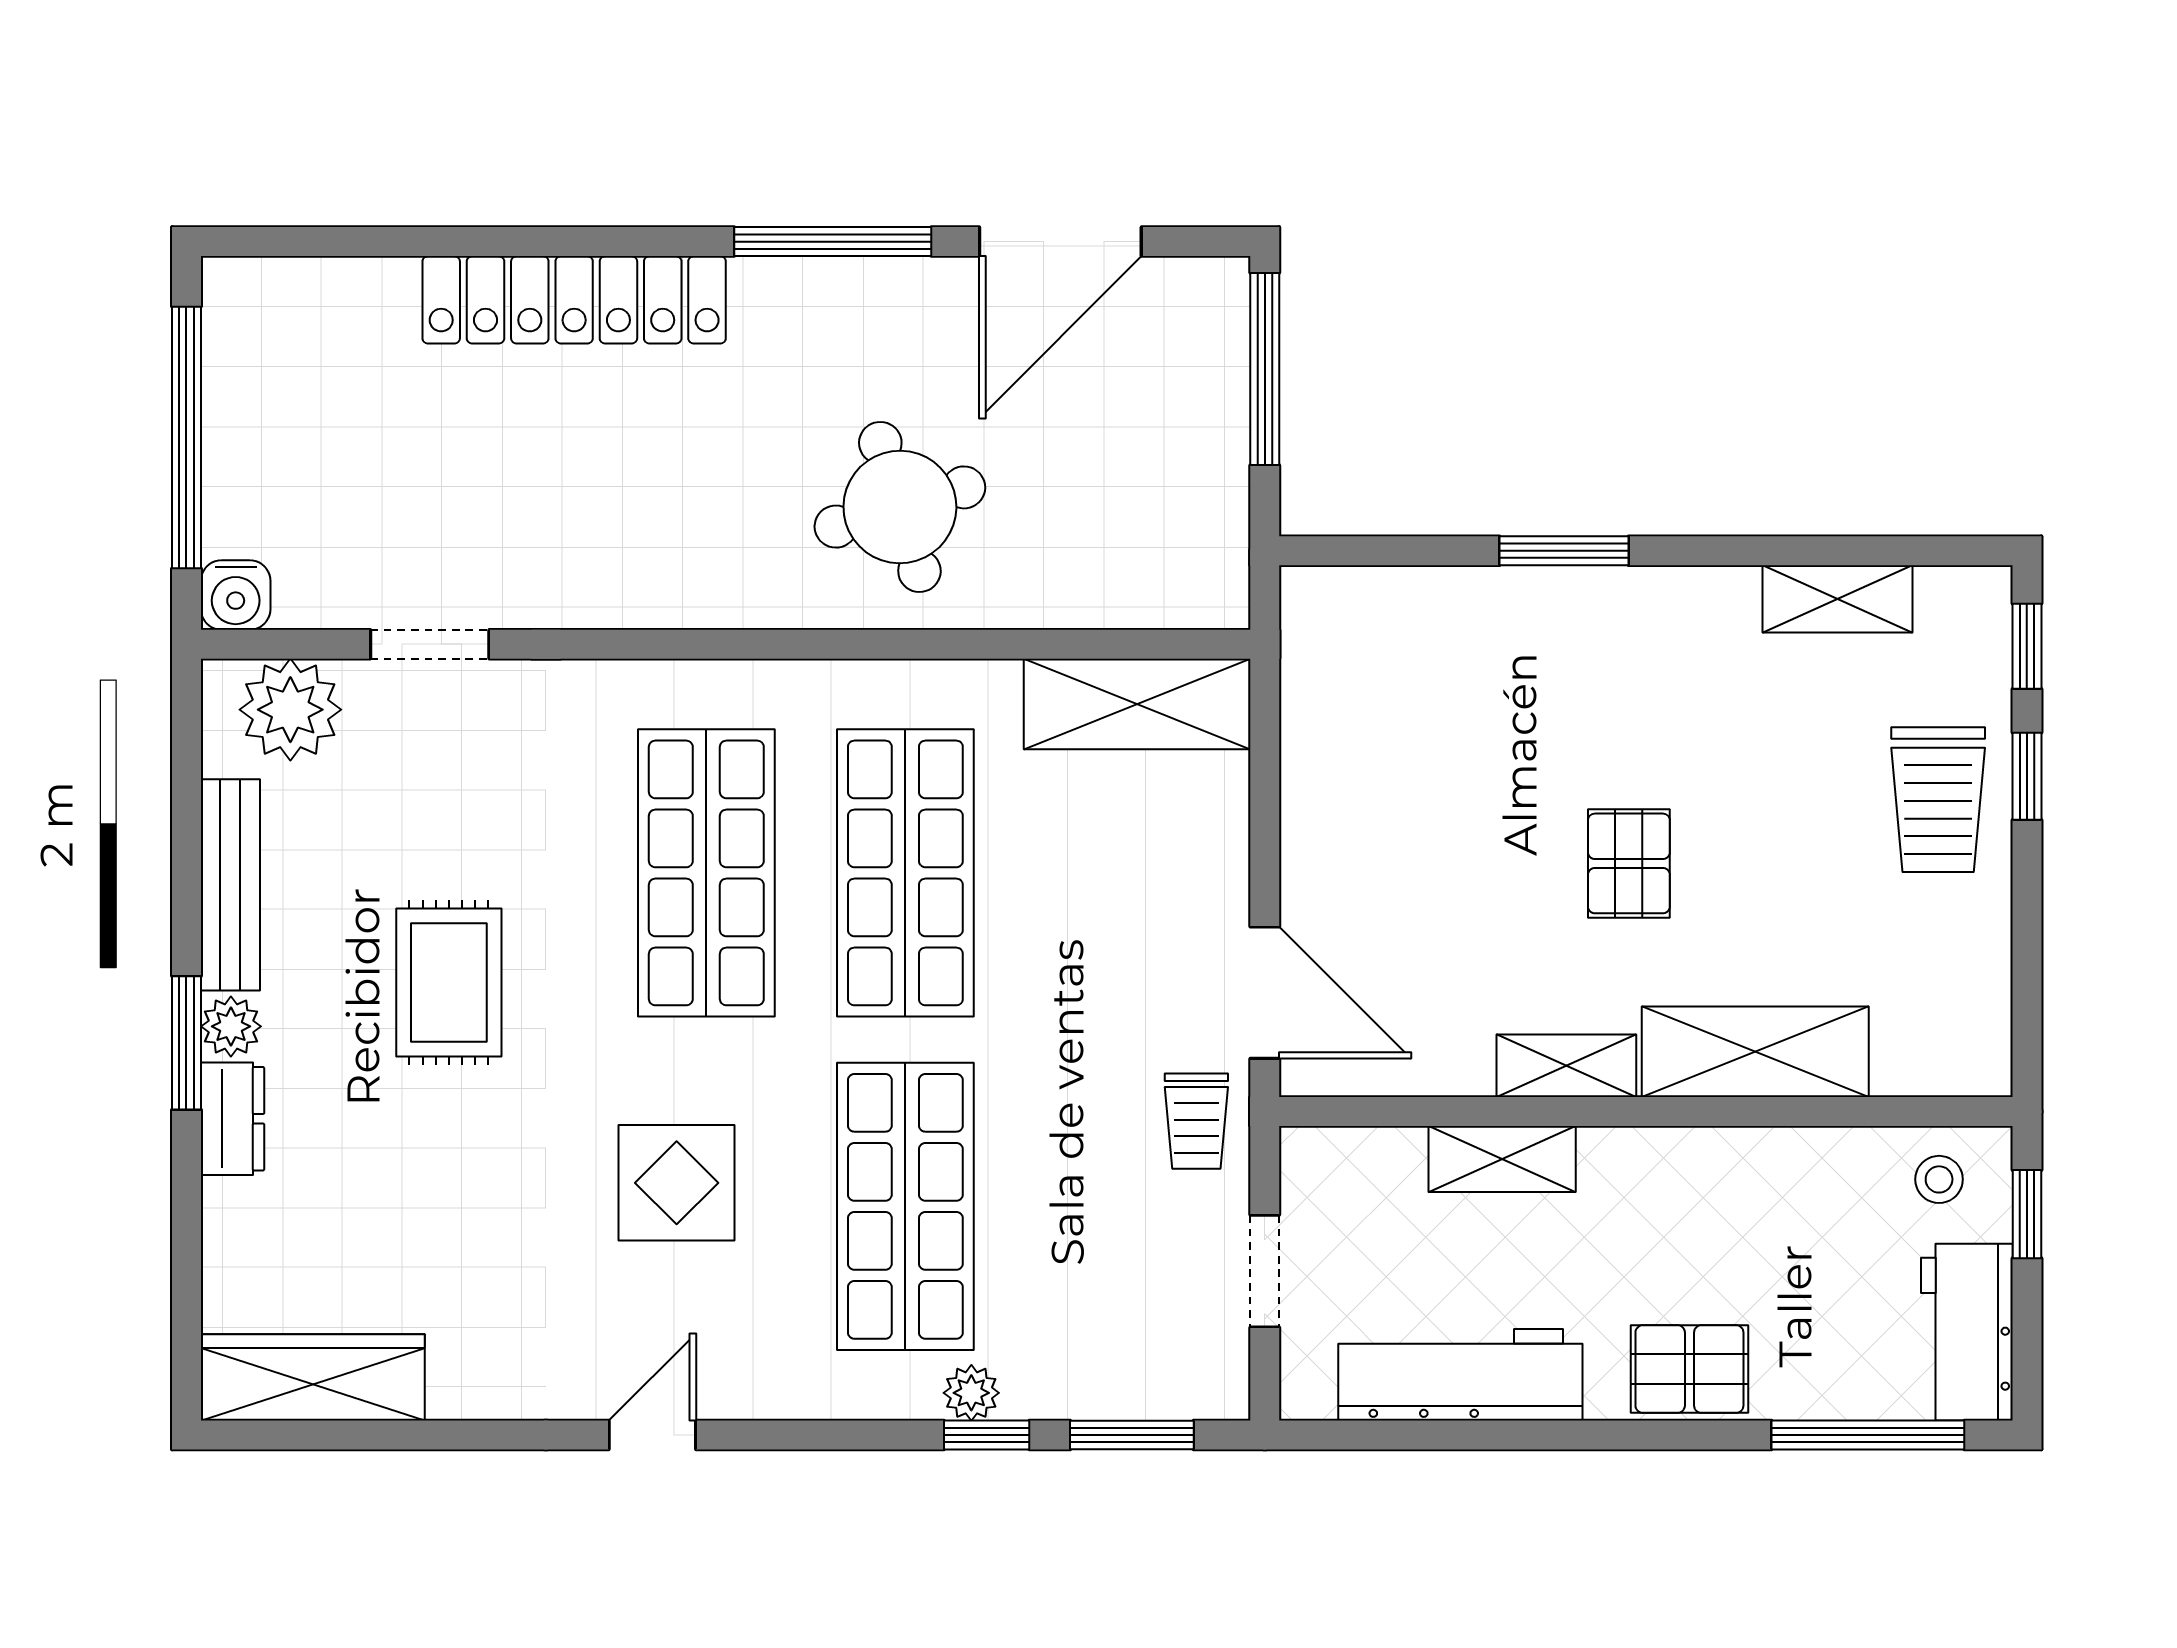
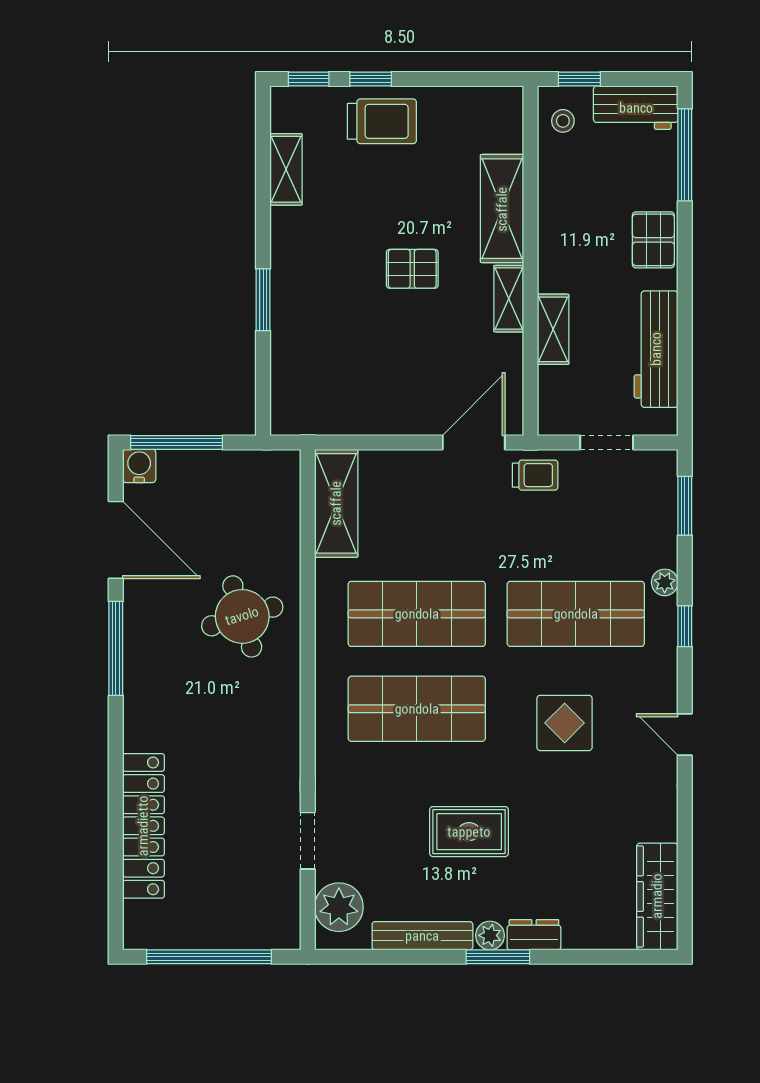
locker: (574, 300) -> (143, 826), moved
water cooler: (236, 595) -> (139, 466), moved, turned -90
window: (987, 1435) -> (685, 626), moved

